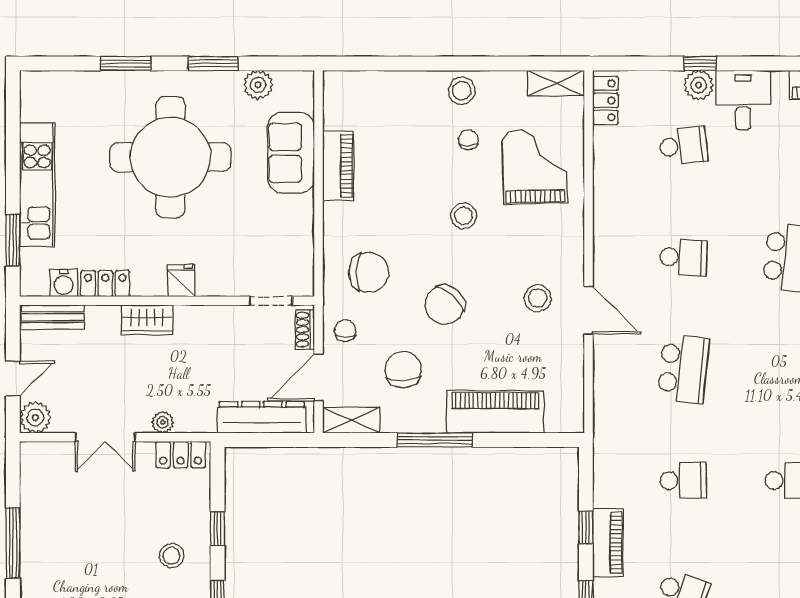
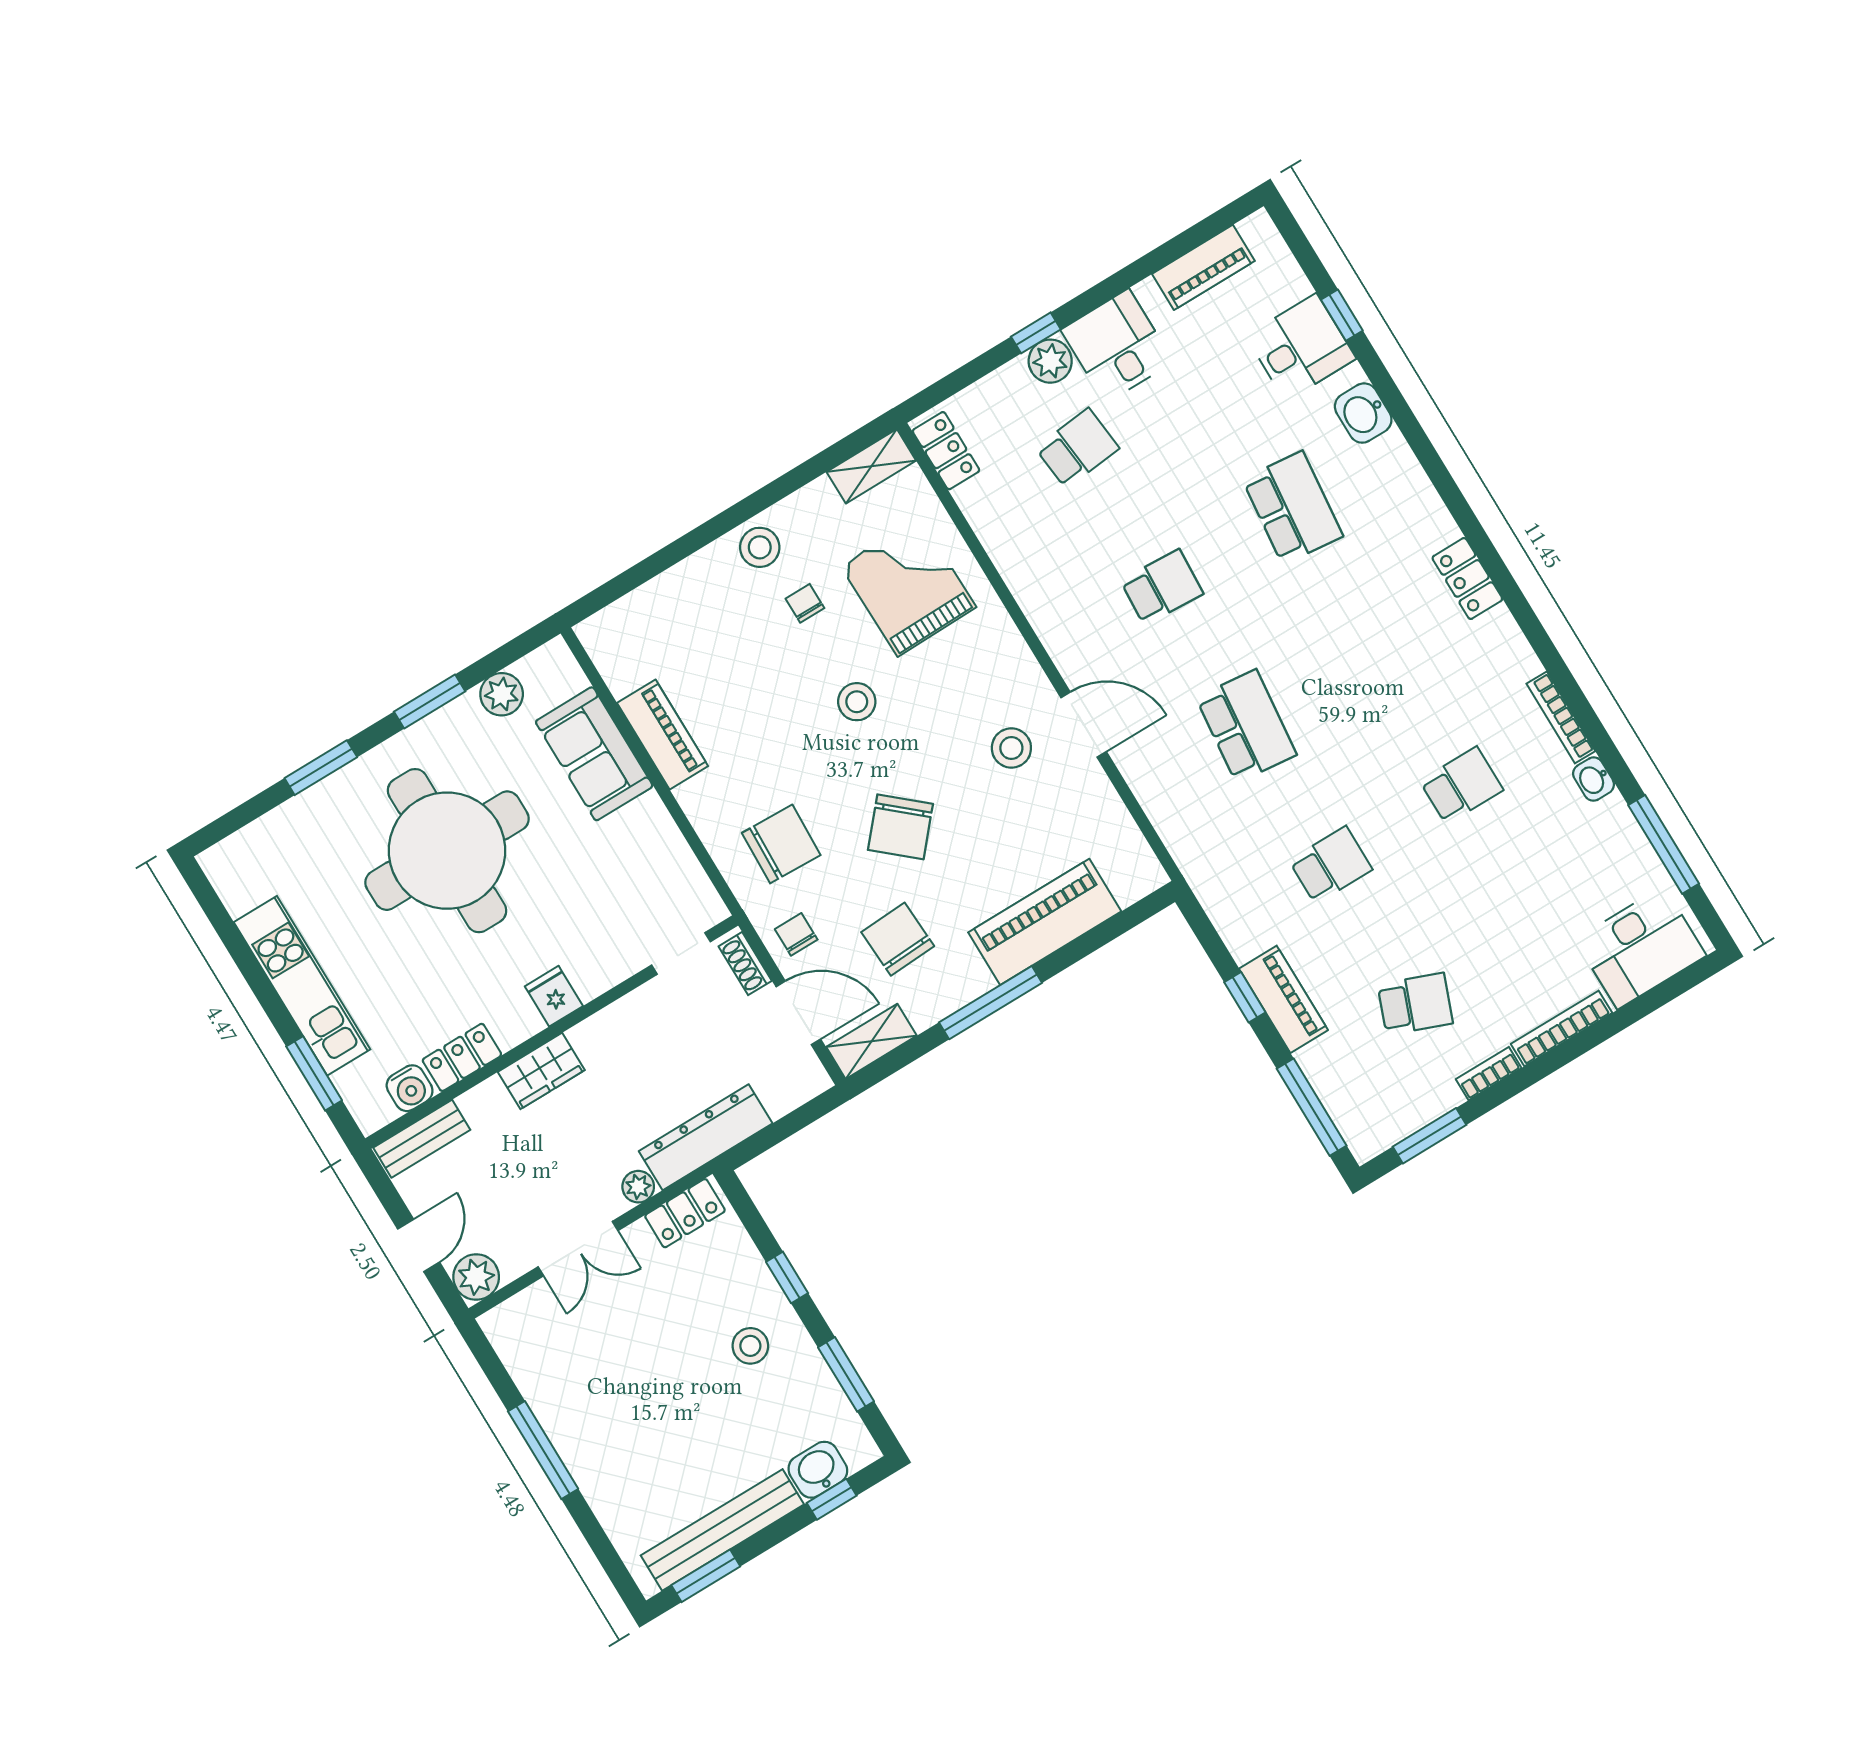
door: (318, 378) -> (798, 1013), swing flipped
dresser: (262, 417) -> (706, 1137), moved

